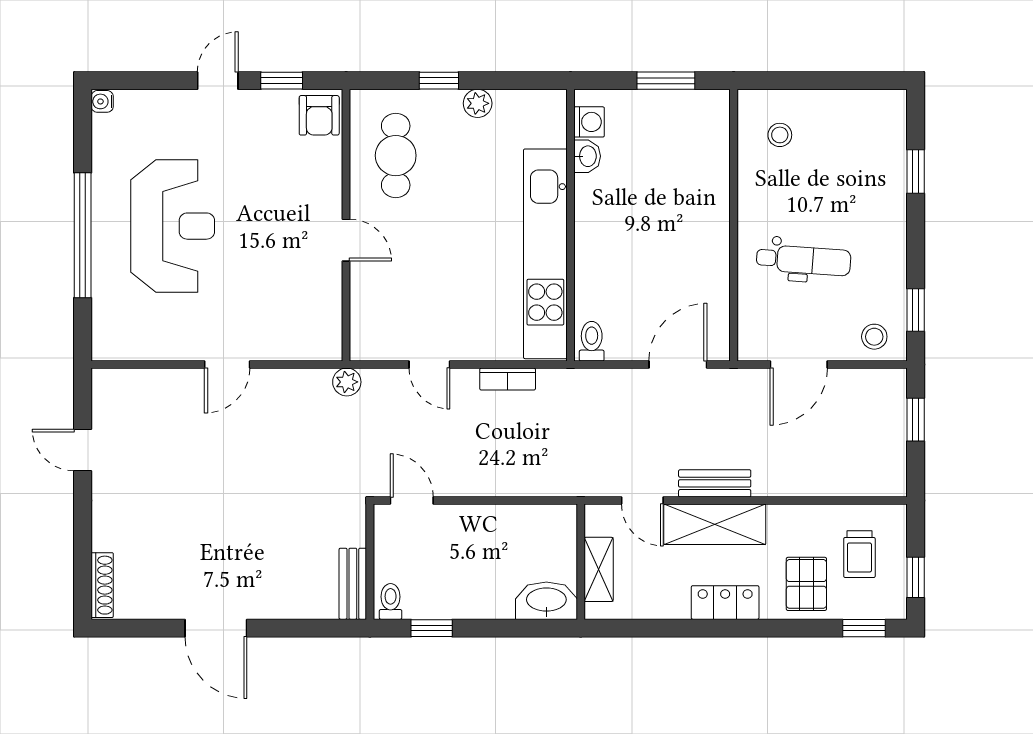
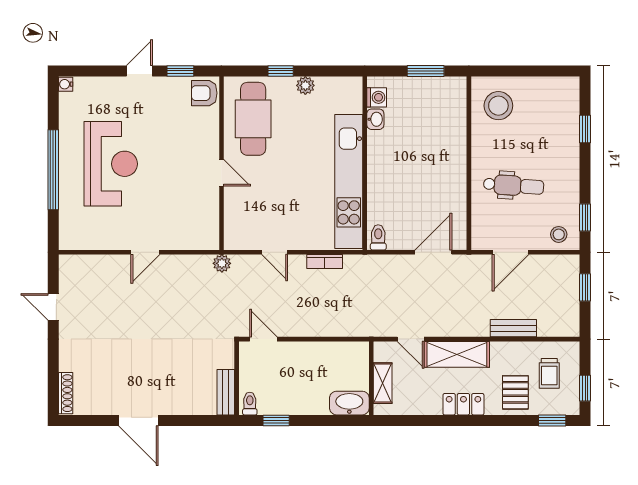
armchair: (319, 115) -> (204, 93), turned 90
stool: (780, 135) -> (498, 106), width x1.89, depth x1.89
cafe table: (396, 156) -> (253, 119), width x1.37, depth x1.35
bench: (715, 483) -> (513, 328), moved

